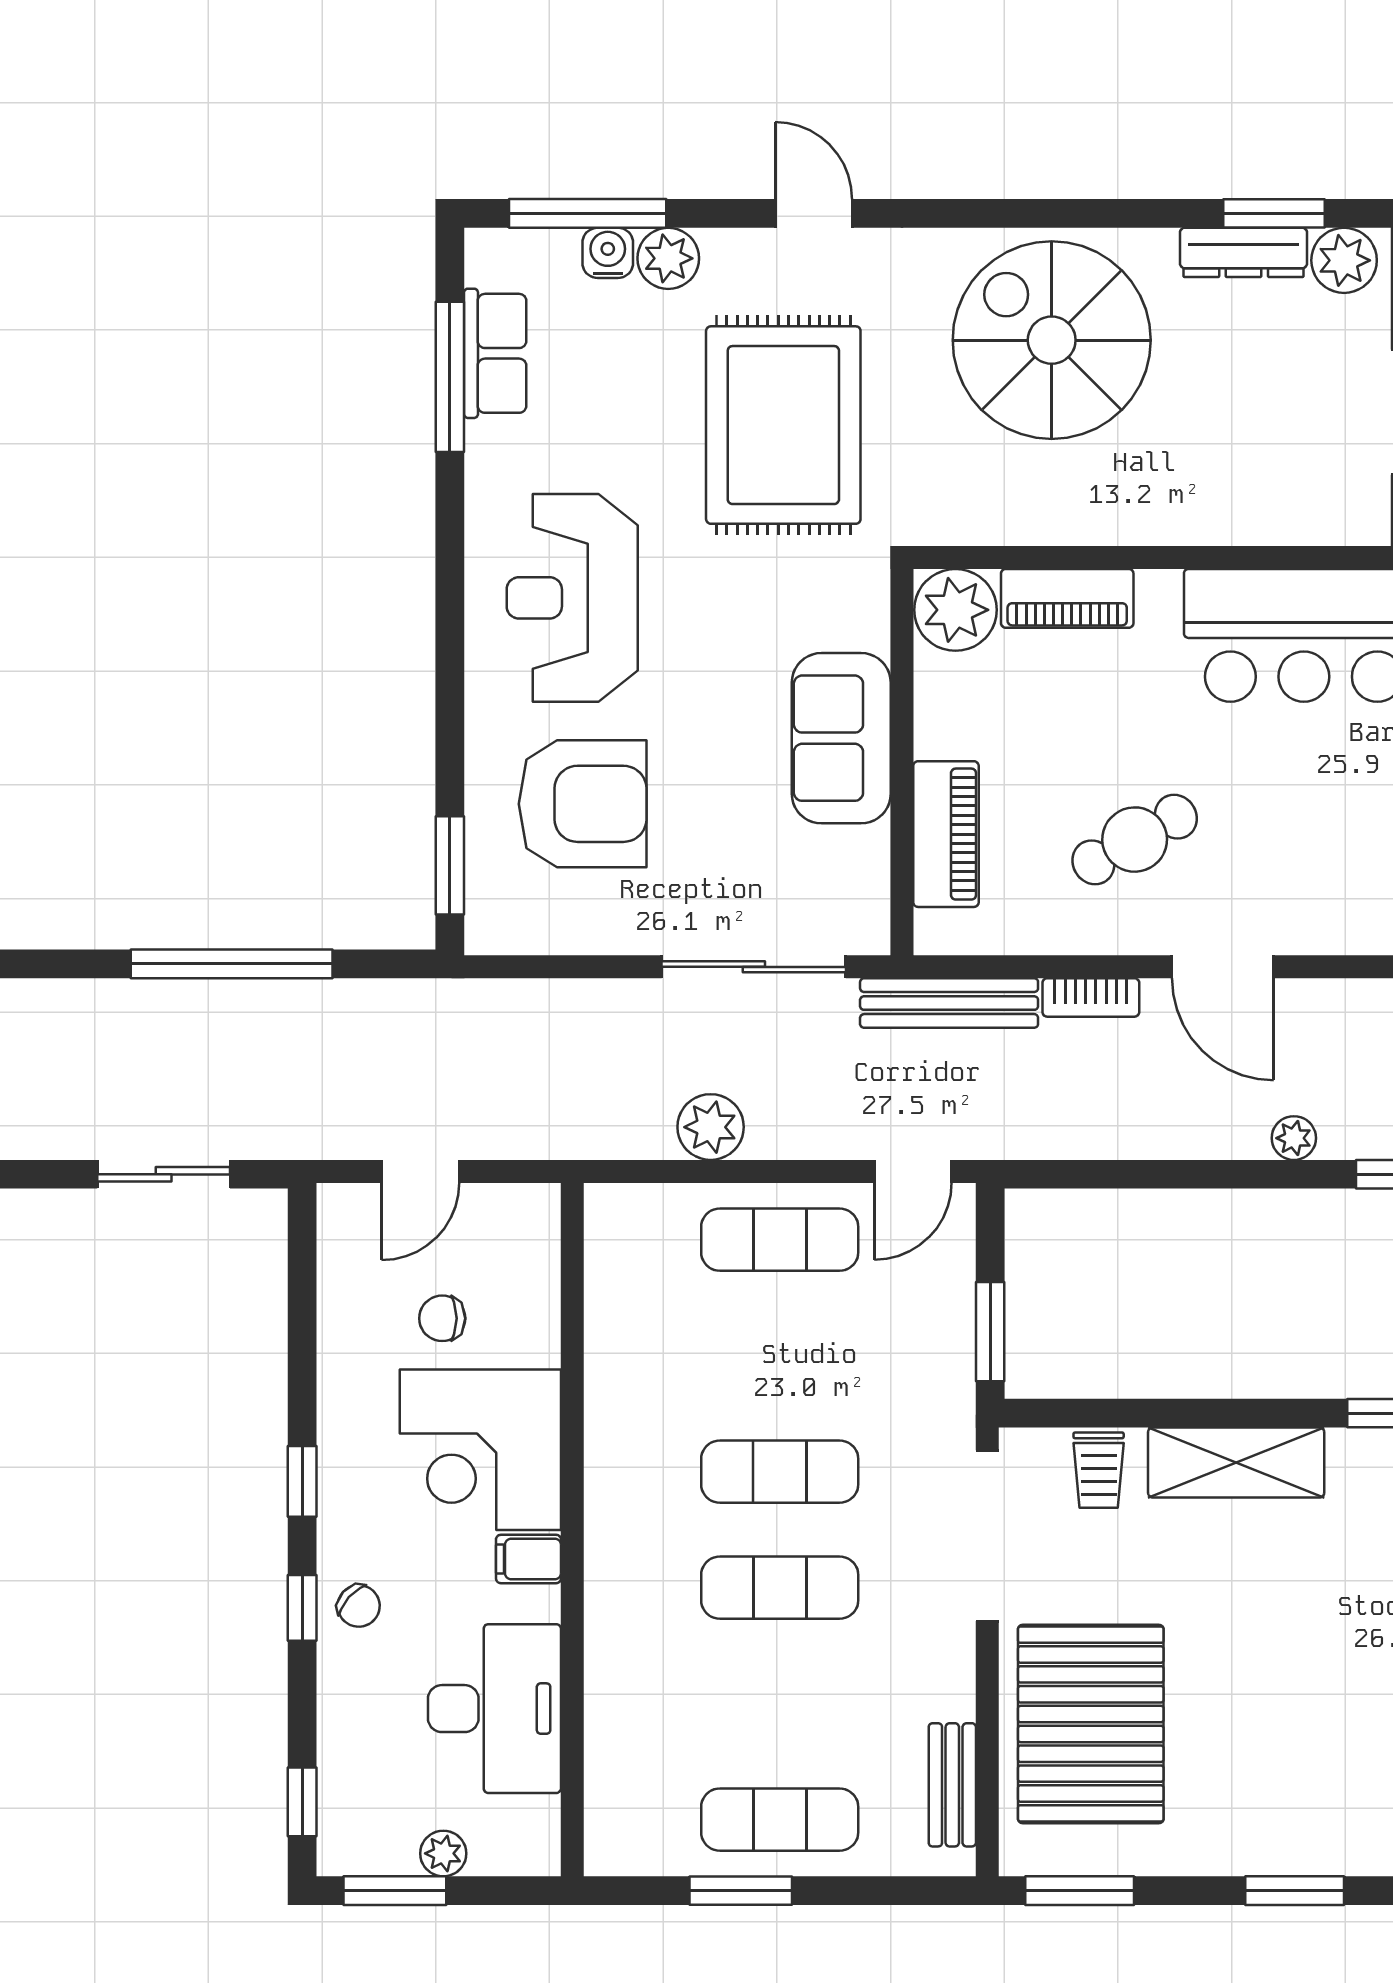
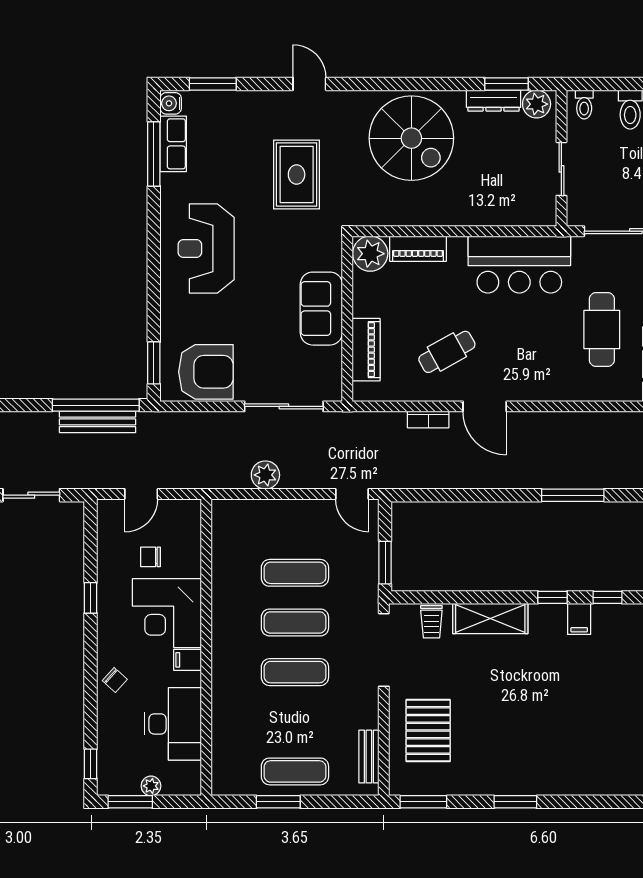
window: (588, 213) -> (213, 84), width x0.69
water cooler: (608, 253) -> (171, 103), moved, turned -90
plant: (668, 258) -> (247, 103), removed
spiral stairs: (1052, 340) -> (411, 138), turned 180
rug: (783, 425) -> (297, 174), width x0.73, depth x0.69
armchair: (583, 804) -> (206, 372), moved
window: (232, 964) -> (96, 405), moved
bench: (949, 1003) -> (97, 422), moved
plant: (1294, 1138) -> (515, 480), removed
door: (913, 1171) -> (352, 494), hinge flipped
exercise mat: (780, 1240) -> (295, 573), moved
window: (302, 1481) -> (91, 598), moved
window: (302, 1608) -> (91, 681), removed
pallet: (1091, 1724) -> (428, 730), width x0.73, depth x0.71

